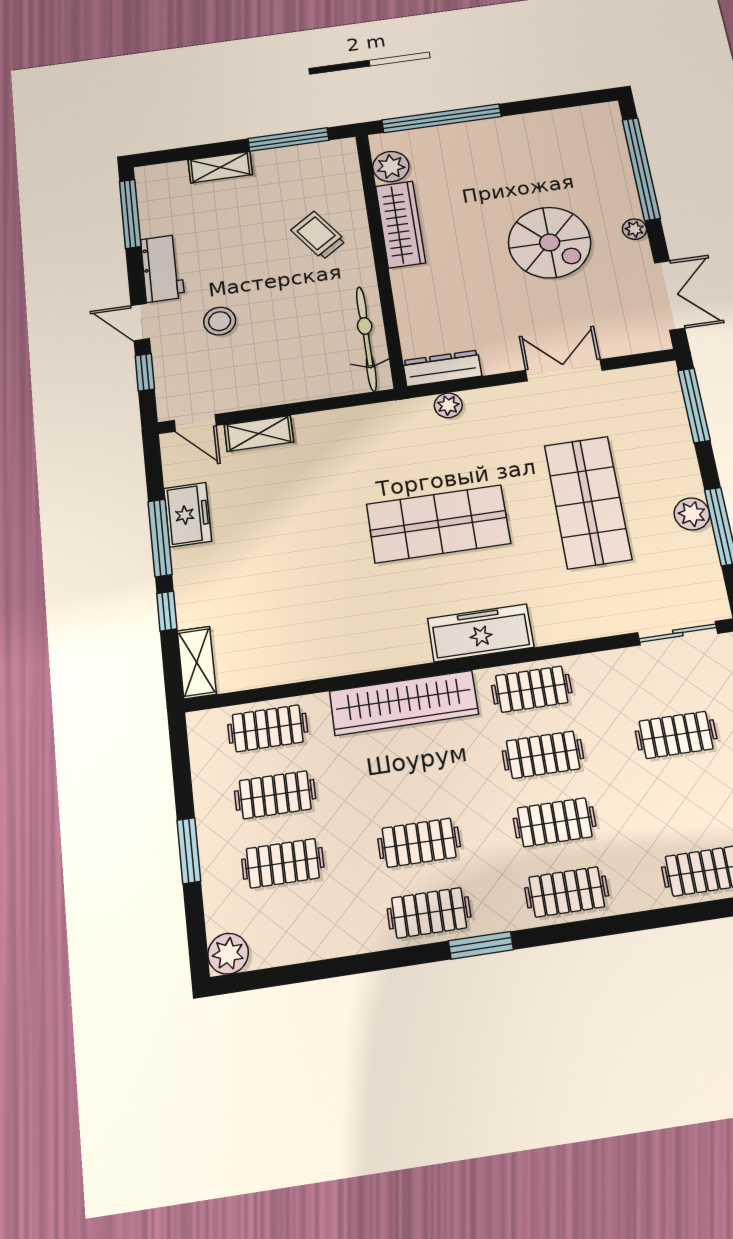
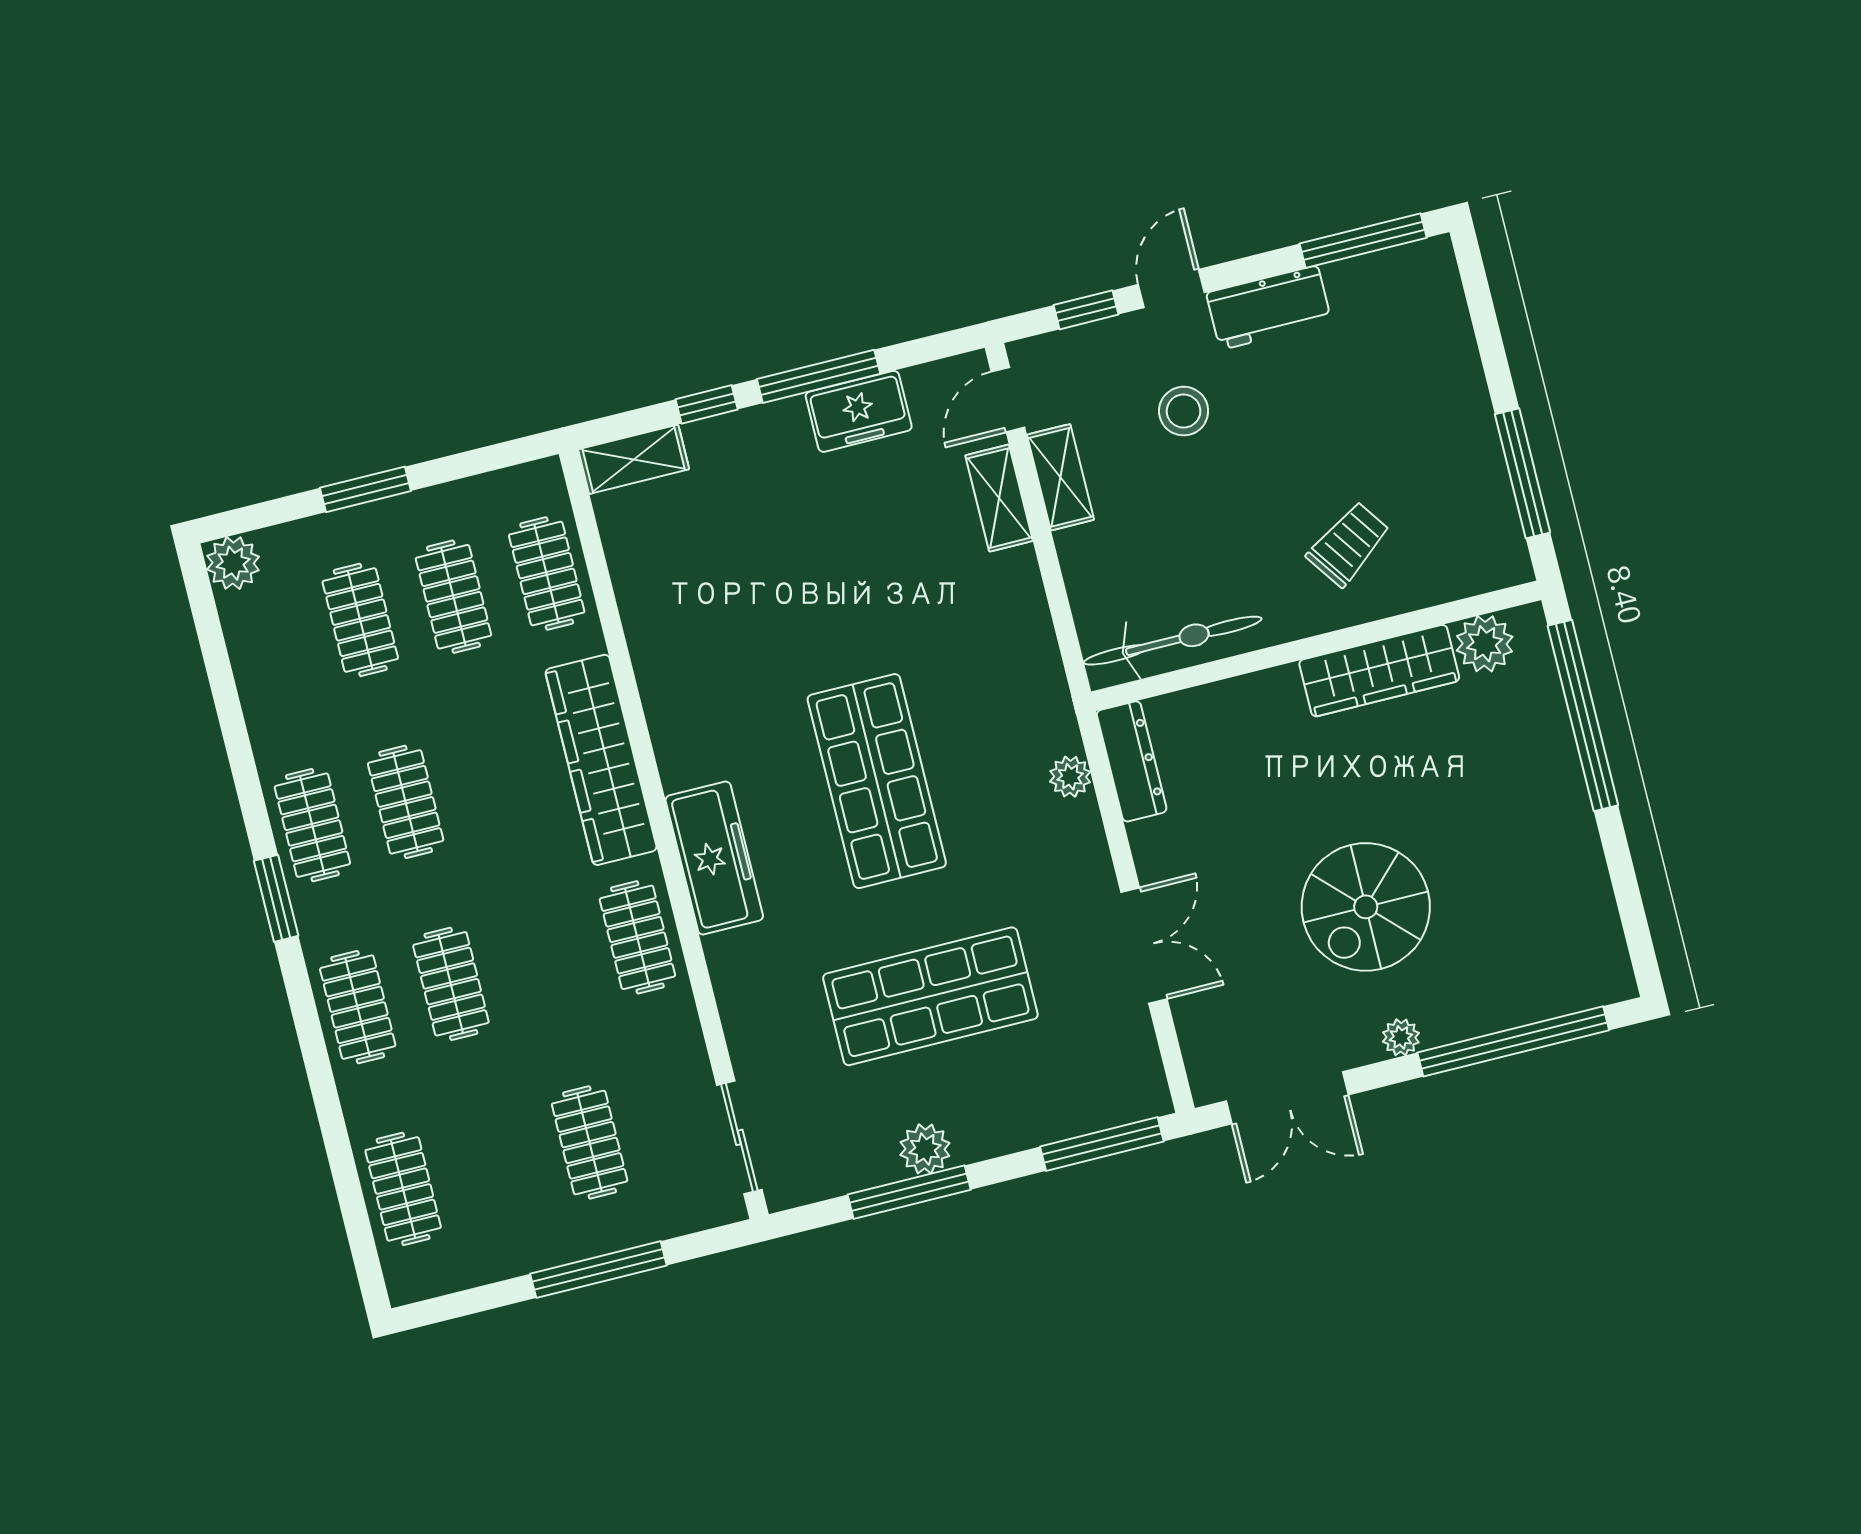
shelving: (220, 167) -> (1061, 477), moved
clothes rail: (543, 755) -> (544, 961), removed

